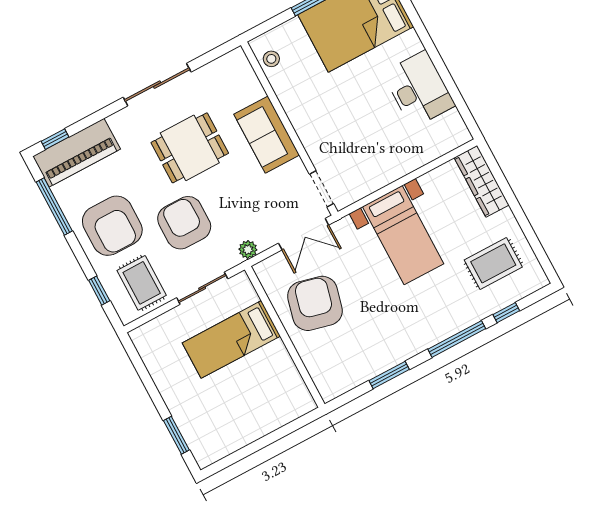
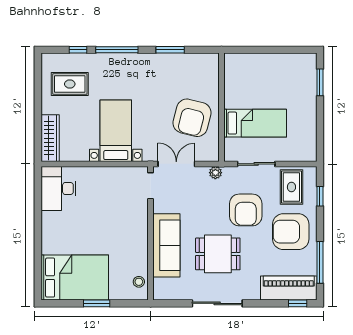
desk: (419, 89) -> (58, 189), moved
sofa: (267, 135) -> (166, 245), width x1.36
armchair: (112, 226) -> (291, 232), turned -90

